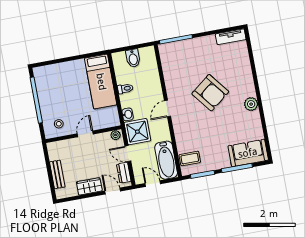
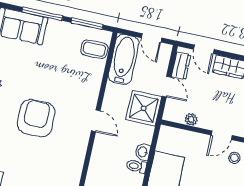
armchair: (210, 93) -> (36, 118), turned 38
door: (167, 109) -> (96, 121), hinge flipped
washbasin: (128, 114) -> (143, 152), moved
door: (85, 134) -> (222, 135), moved
plant: (116, 135) -> (191, 119), moved

